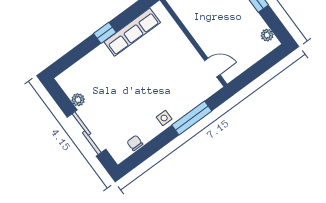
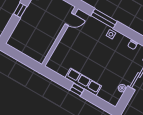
row of seats: (132, 32) -> (83, 82), moved
door: (212, 68) -> (70, 19), swing flipped

